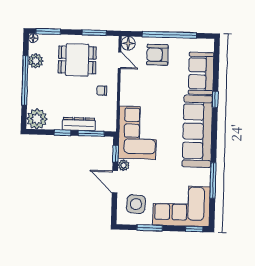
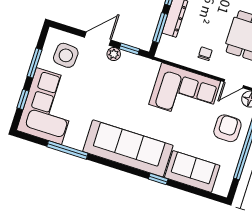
corner sofa: (138, 133) -> (185, 93), moved
window: (194, 229) -> (23, 100), moved

